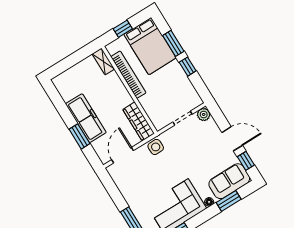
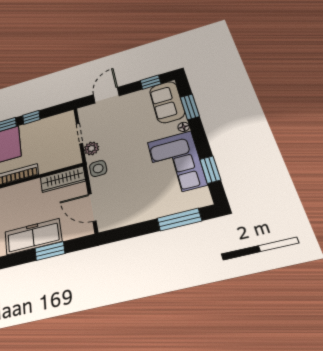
plant: (204, 114) -> (91, 148), moved
door: (232, 139) -> (106, 95), moved

